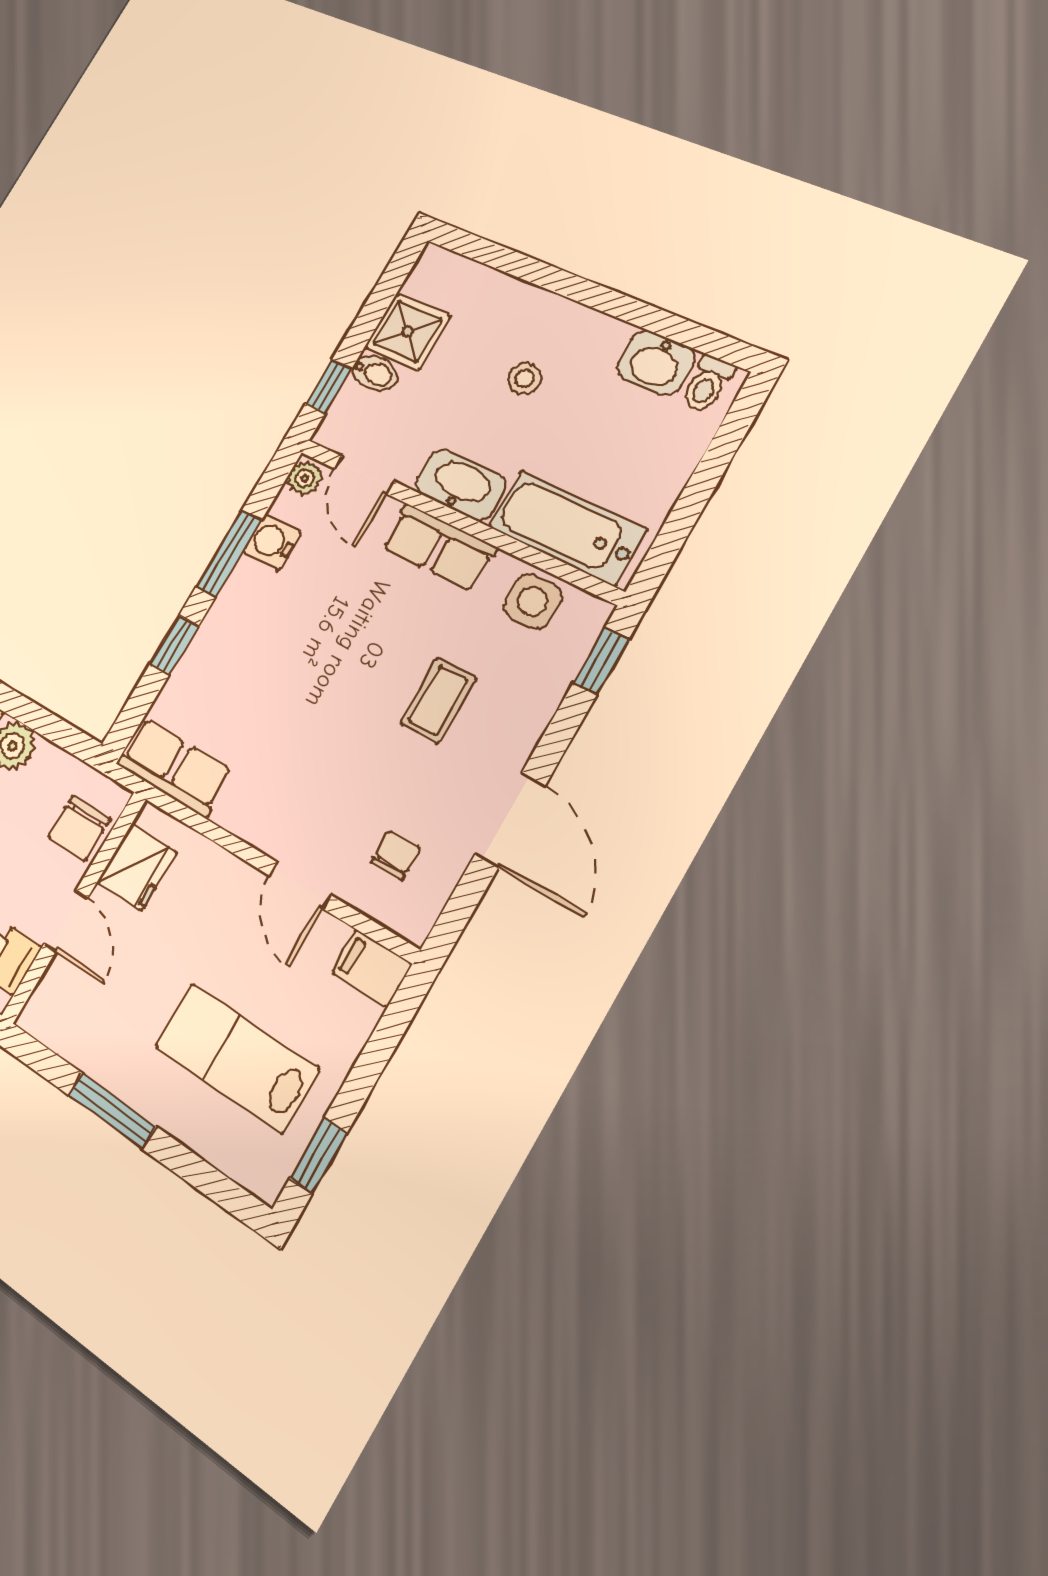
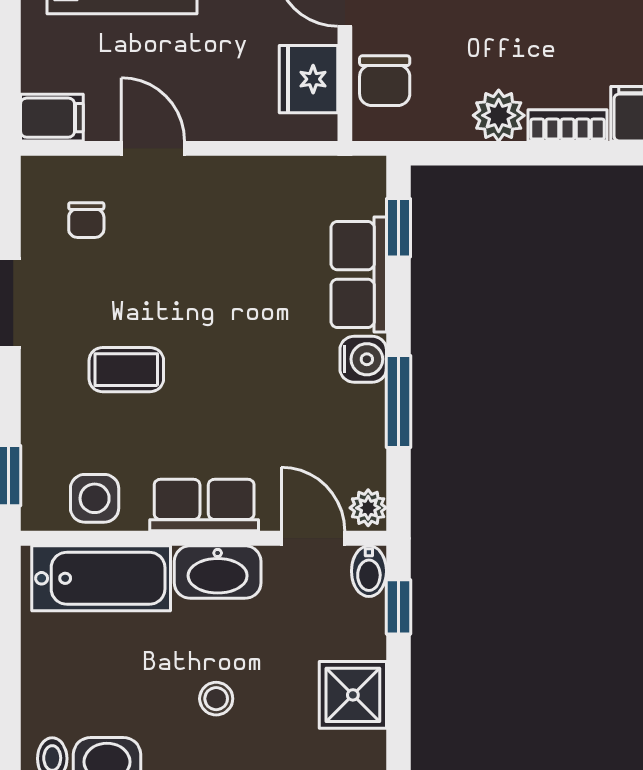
bidet: (375, 373) -> (369, 571), moved, turned -90
water cooler: (272, 542) -> (363, 359), moved
window: (174, 645) -> (398, 228), moved
coffee table: (438, 701) -> (126, 370), turned 90
row of seats: (174, 767) -> (359, 275), moved, turned 90
chair: (79, 828) -> (385, 81), turned 180

